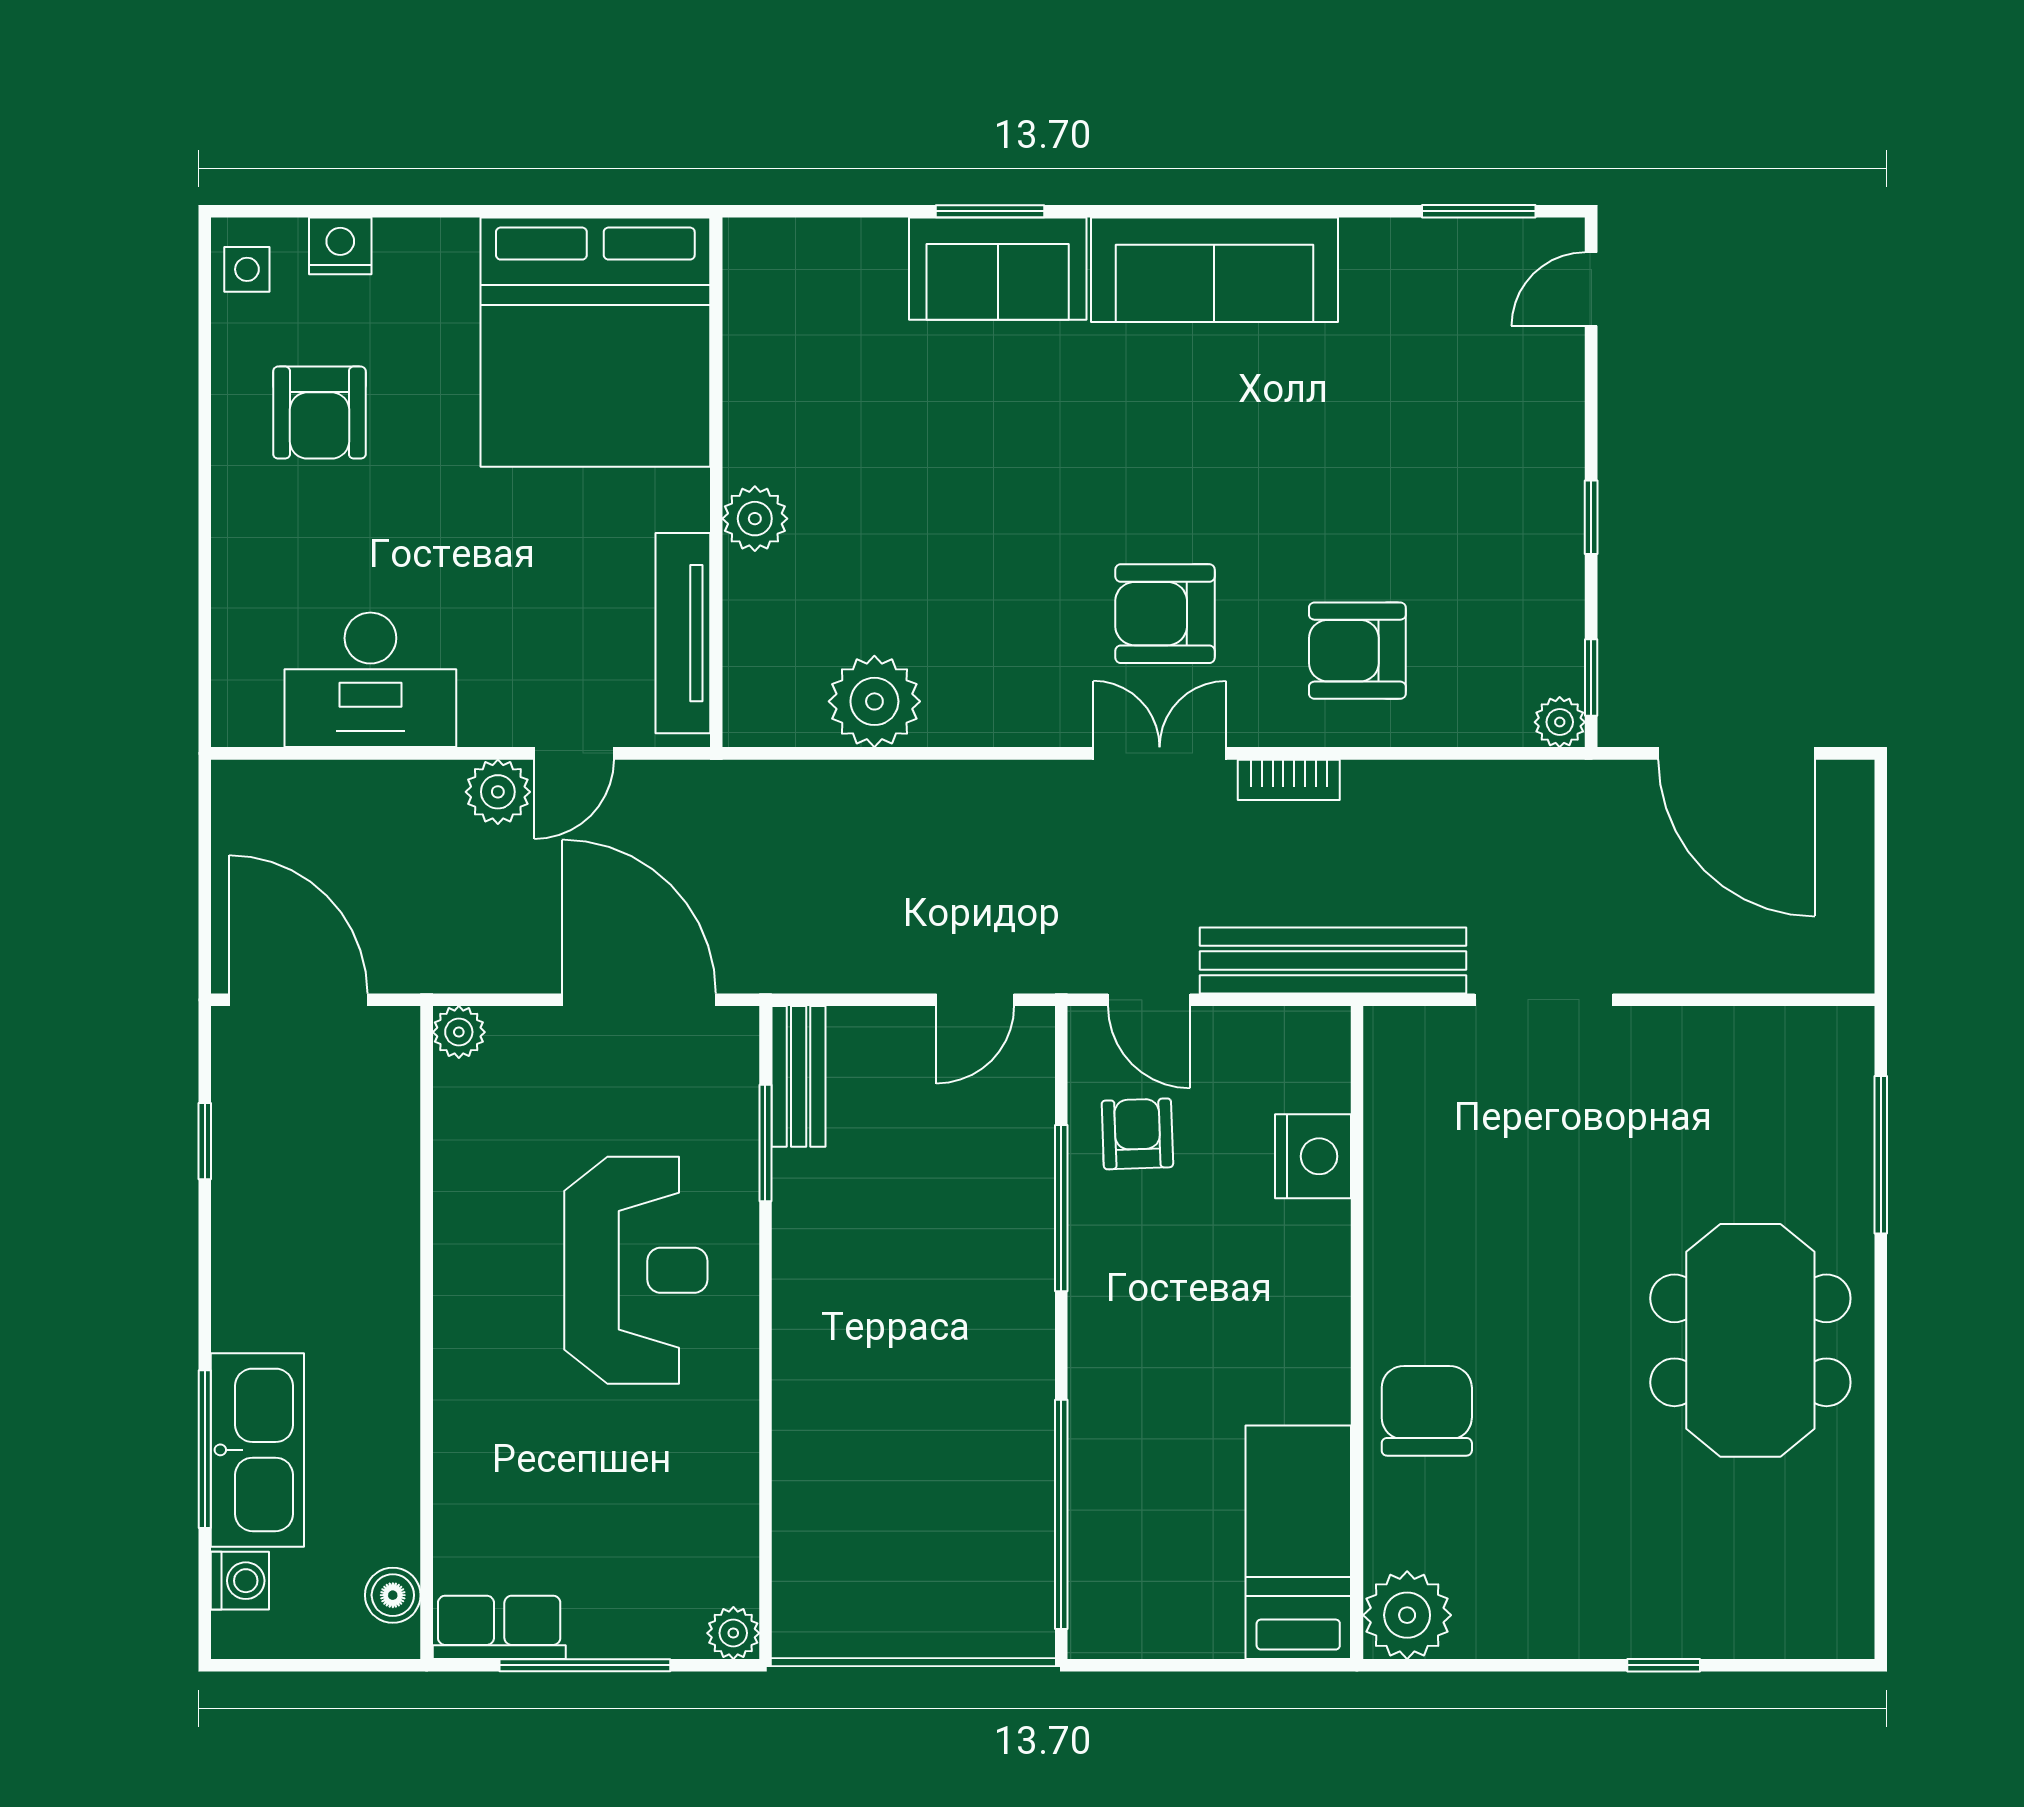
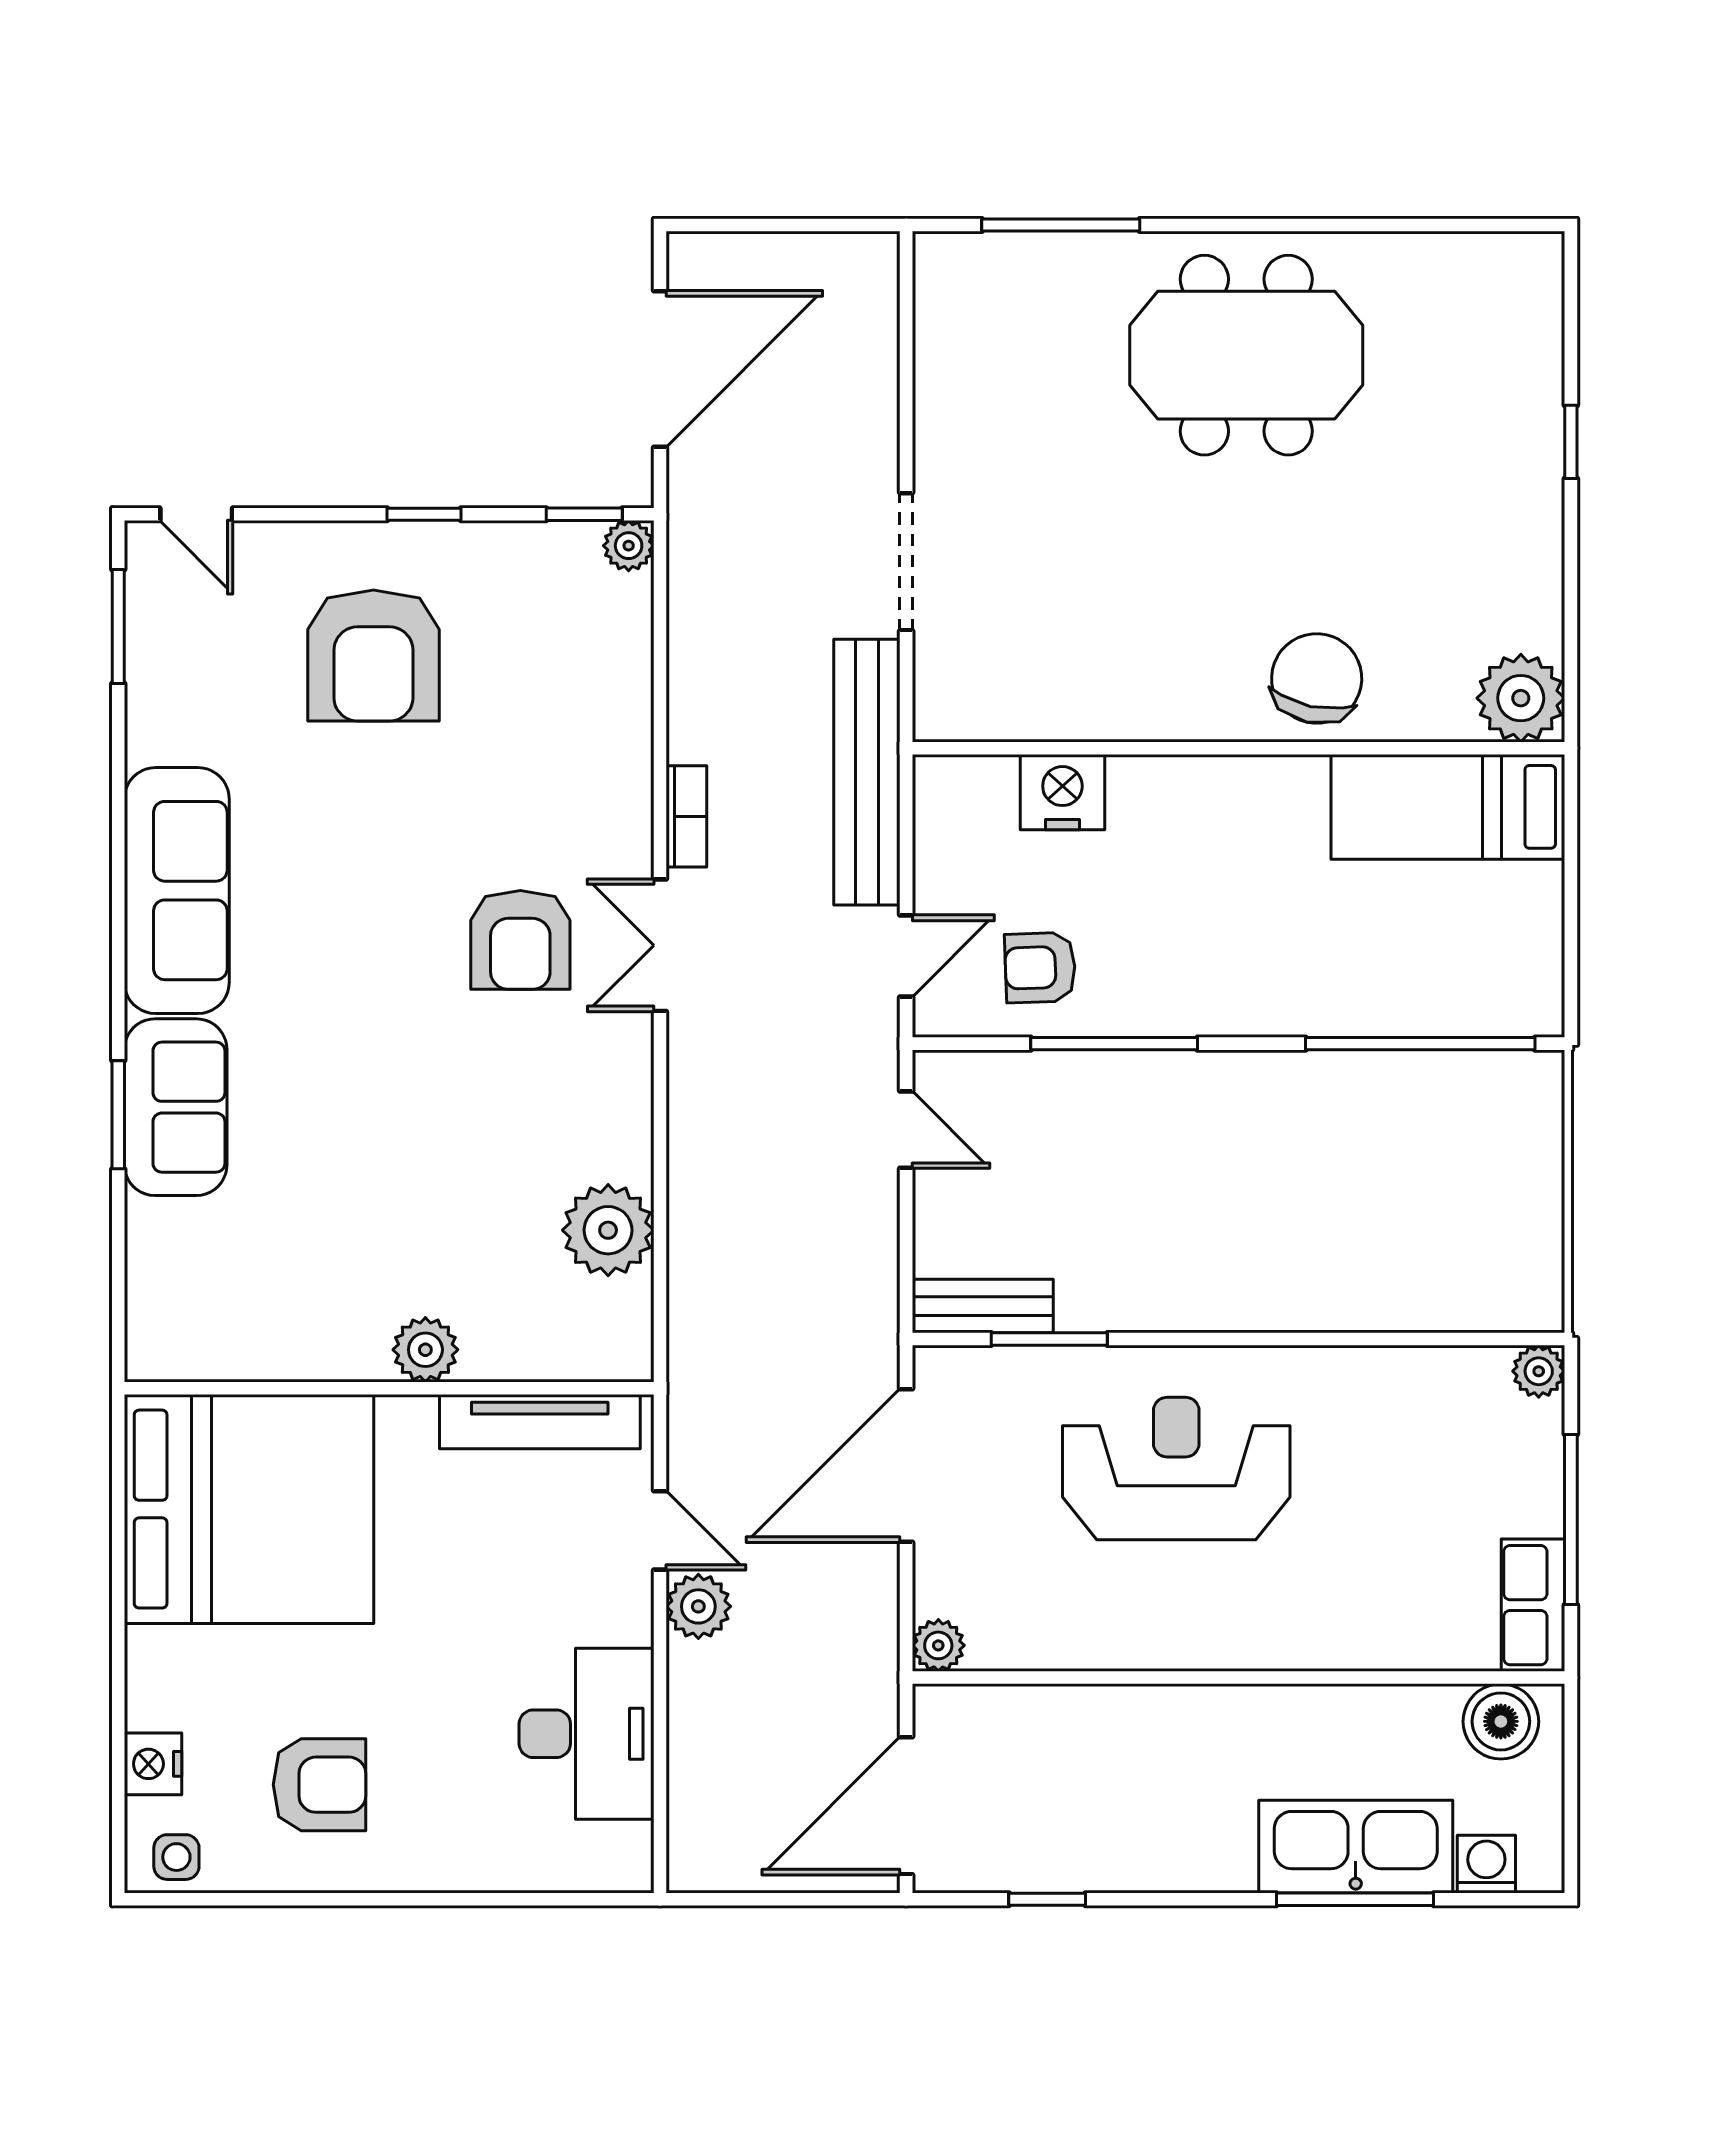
armchair: (1357, 651) -> (373, 656), moved, width x1.36, depth x1.36
chair: (1427, 1411) -> (1317, 678), turned 102
boiler: (393, 1595) -> (1501, 1721), width x1.36, depth x1.36

